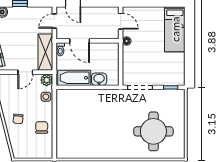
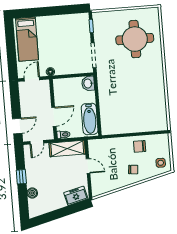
door: (54, 21) -> (37, 142), hinge flipped
bed: (175, 29) -> (27, 39), moved, turned 90
washbasin: (99, 79) -> (88, 84), moved
plant: (47, 80) -> (94, 145), removed
side table: (46, 97) -> (161, 163), moved

